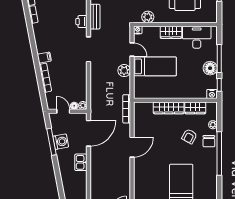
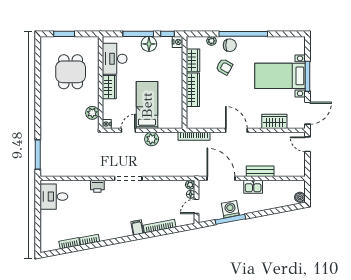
bench: (95, 17) -> (260, 171), moved
wardrobe: (140, 182) -> (274, 121), added

